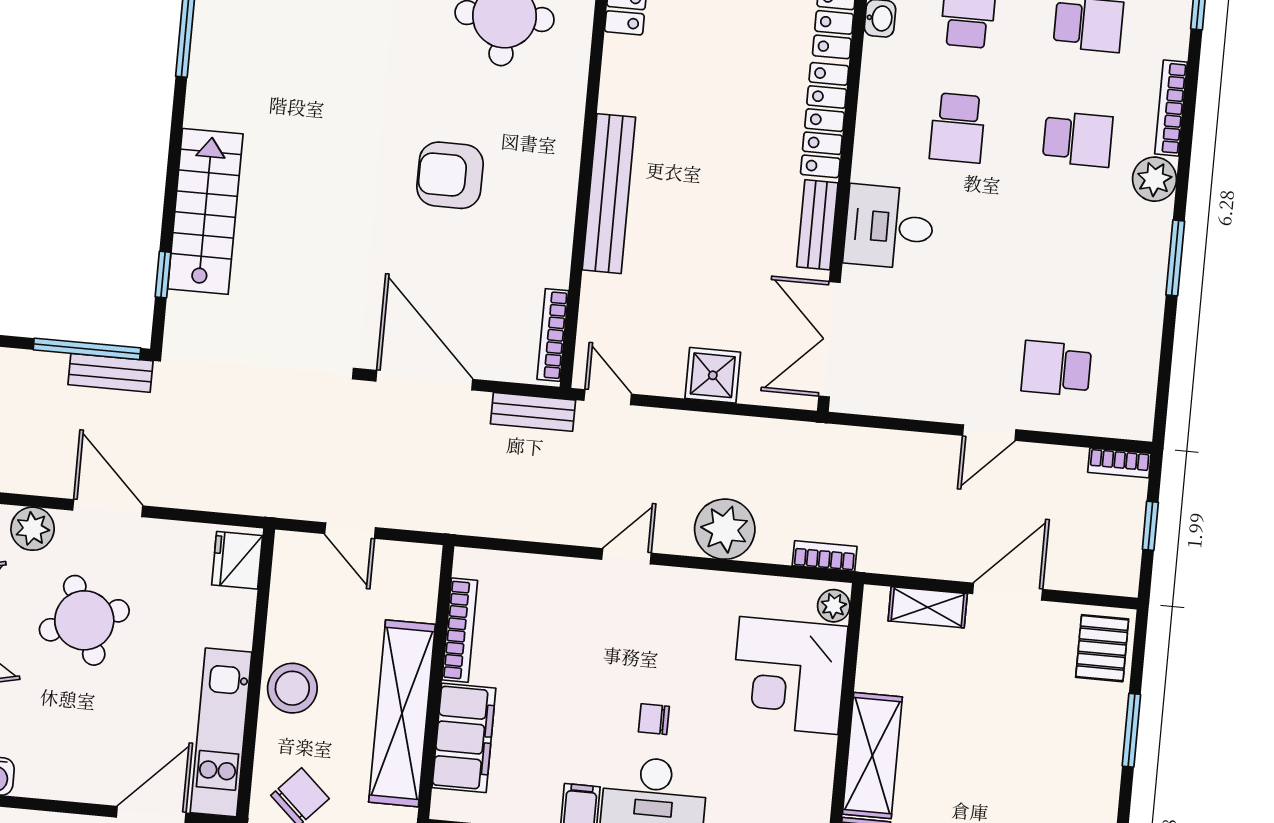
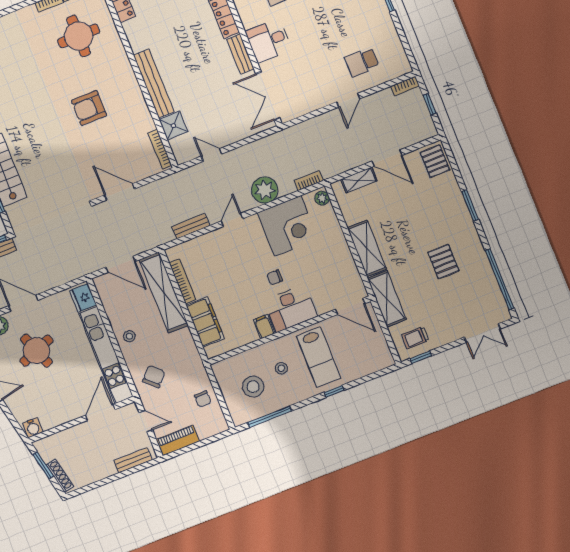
shower: (713, 375) -> (173, 126), moved
door: (424, 380) -> (119, 192), width x0.73
door: (608, 397) -> (212, 155), moved
bench: (533, 412) -> (191, 226), moved
door: (350, 531) -> (121, 264), width x1.38
door: (1008, 592) -> (387, 158), swing flipped
corner desk: (789, 676) -> (288, 226), moved, turned -90
stool: (292, 688) -> (129, 336), width x0.53, depth x0.53
shelving: (402, 713) -> (164, 292), moved
window: (1131, 730) -> (470, 205), moved
kitchen unit: (221, 732) -> (106, 355), width x1.36

